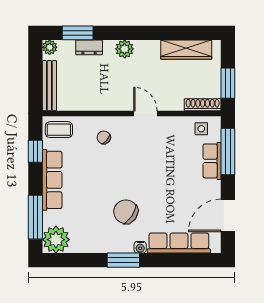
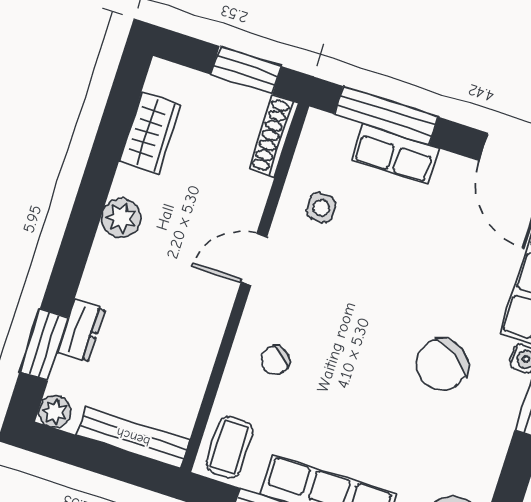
plant: (125, 49) -> (121, 218), moved
wardrobe: (186, 50) -> (150, 133), width x0.67
side table: (201, 129) -> (321, 208), moved

